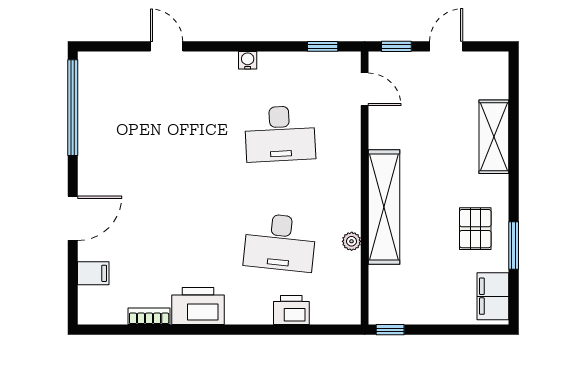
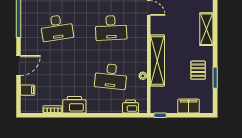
desk: (159, 134) -> (57, 28), added
filing cabinet: (493, 296) -> (188, 106), moved, turned 90
printer: (291, 310) -> (131, 106), moved

